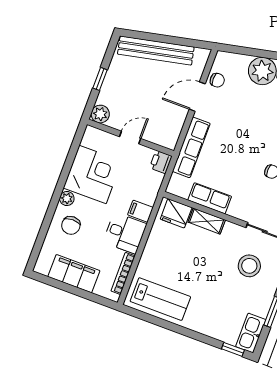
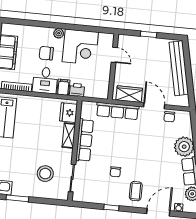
plant: (100, 114) -> (124, 41), removed
wardrobe: (173, 126) -> (129, 94), added
door: (130, 138) -> (114, 55), moved
printer: (161, 162) -> (77, 90), moved
row of seats: (210, 198) -> (85, 140), width x1.48
chair: (71, 225) -> (46, 53), moved

